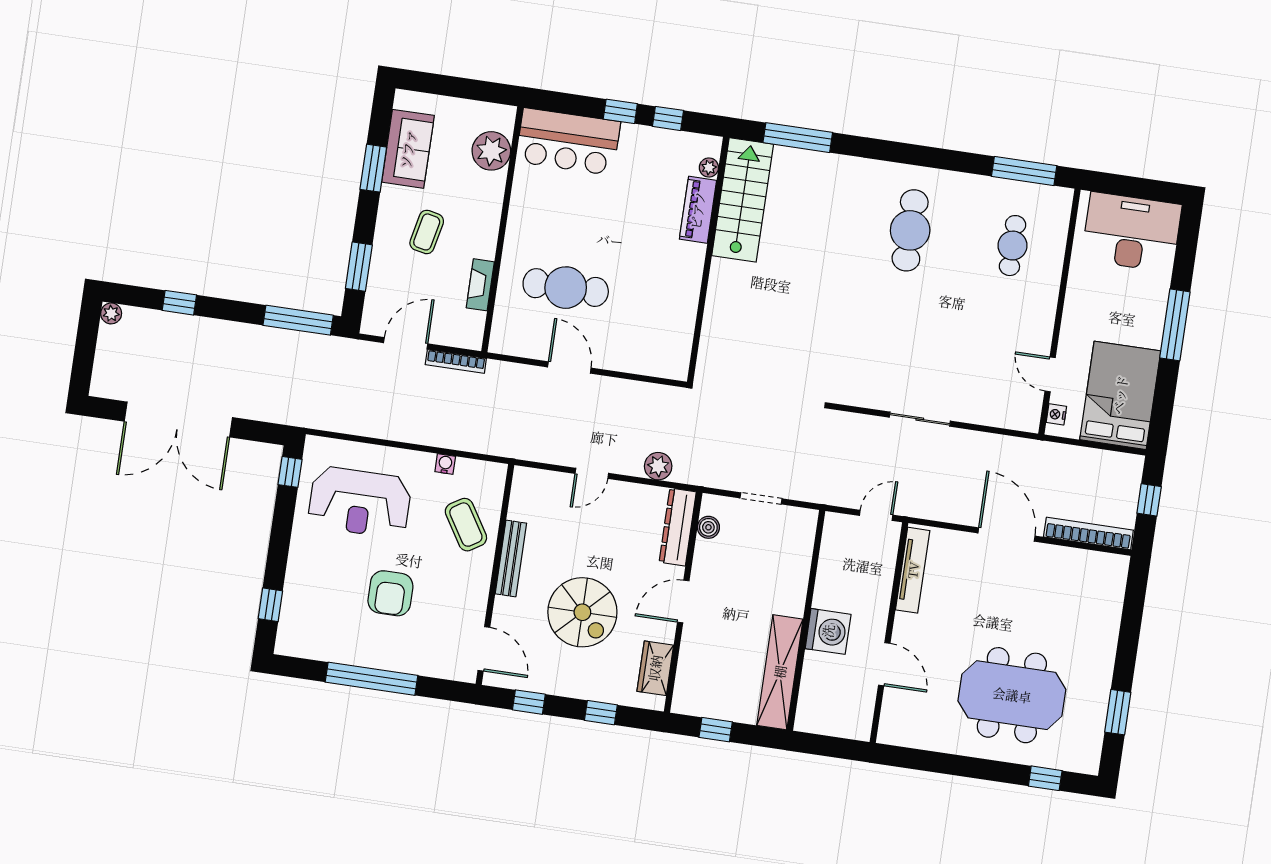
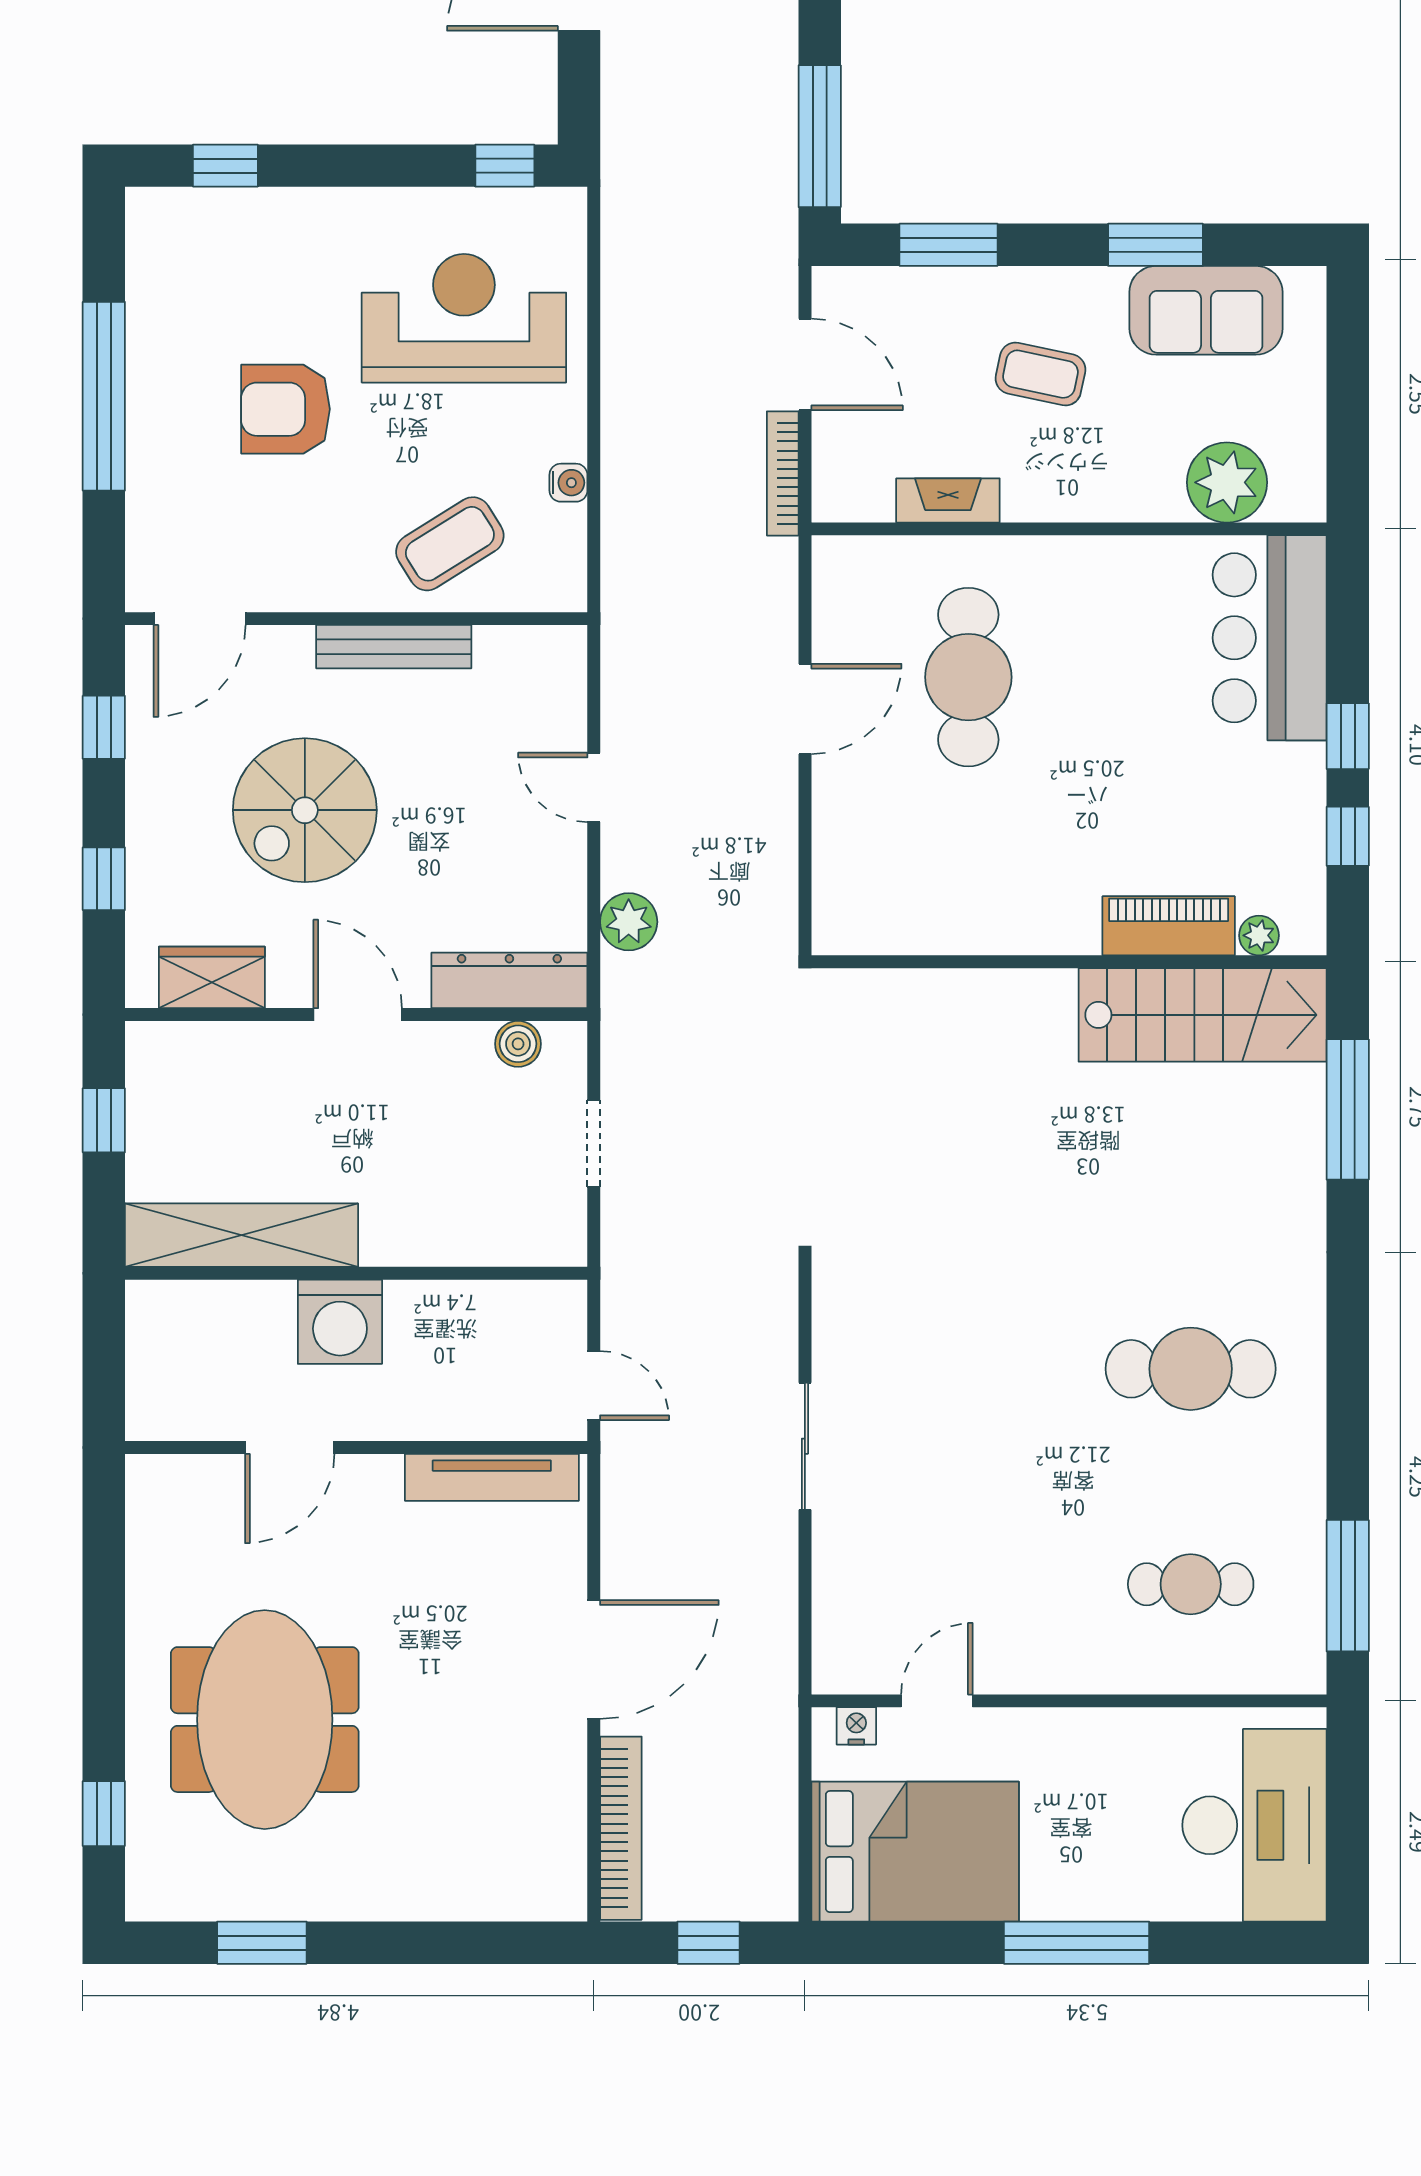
reception desk: (360, 502) -> (464, 318), turned 90

